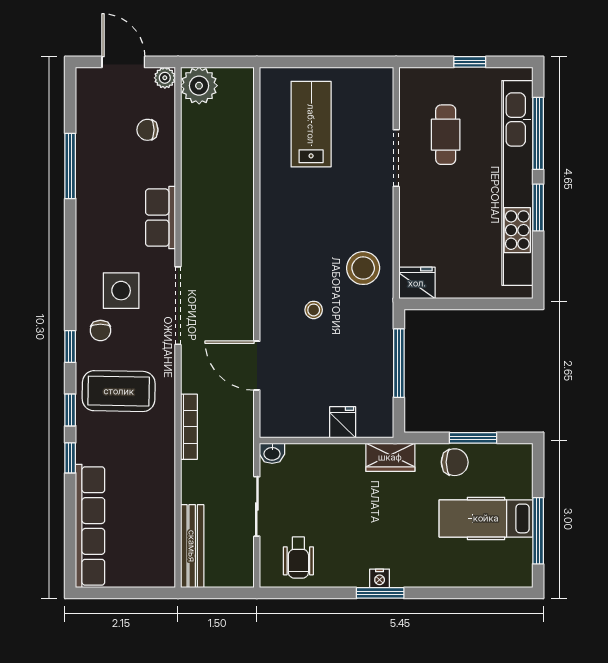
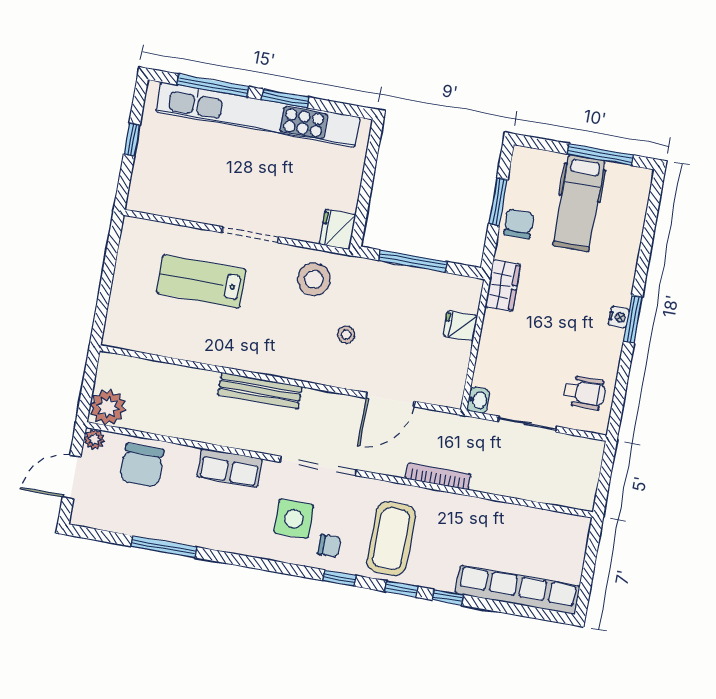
lab bench: (311, 124) -> (201, 281), moved
chair: (147, 130) -> (142, 465), width x1.87, depth x1.87
cafe table: (446, 135) -> (198, 176), removed
doorway: (396, 158) -> (250, 235), moved
bench: (192, 546) -> (260, 391), moved

